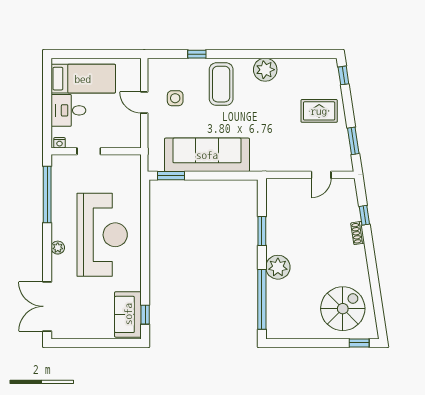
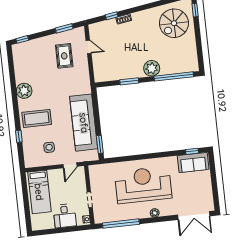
bed: (83, 79) -> (39, 192), moved, turned 180
door: (144, 103) -> (70, 165), moved
rug: (319, 111) -> (64, 56), moved
spiral stairs: (343, 309) -> (174, 23), turned -90

